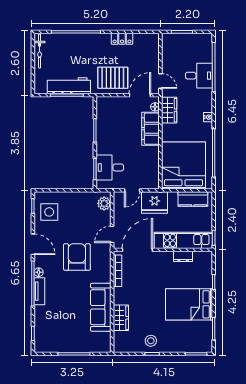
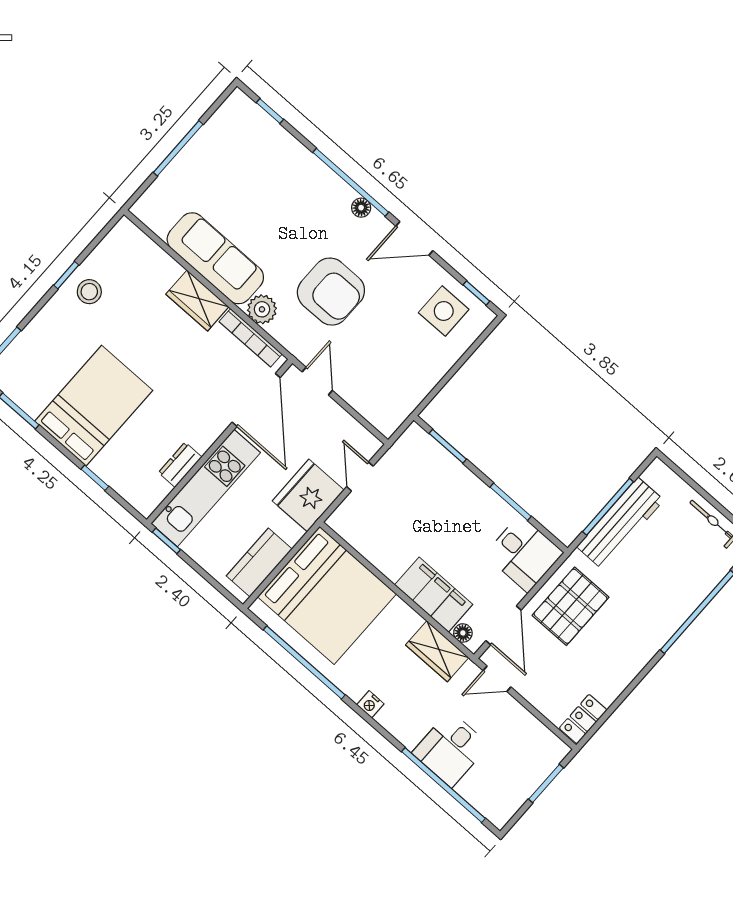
locker: (122, 39) -> (583, 719), moved
desk: (110, 167) -> (524, 553), moved, turned 90
plant: (104, 203) -> (262, 309), moved
tv unit: (39, 291) -> (329, 182), removed
wardrobe: (121, 318) -> (197, 301), moved

